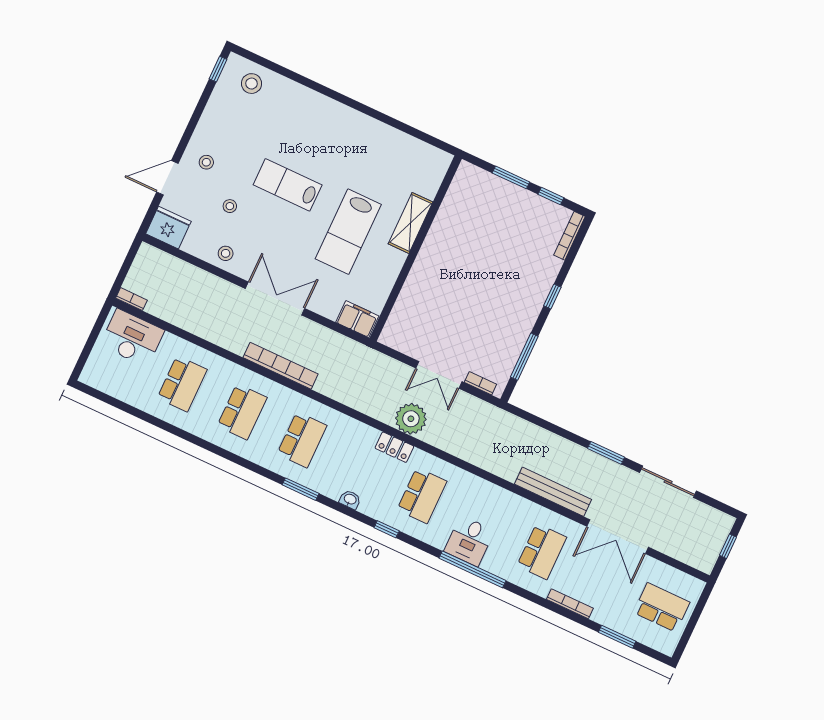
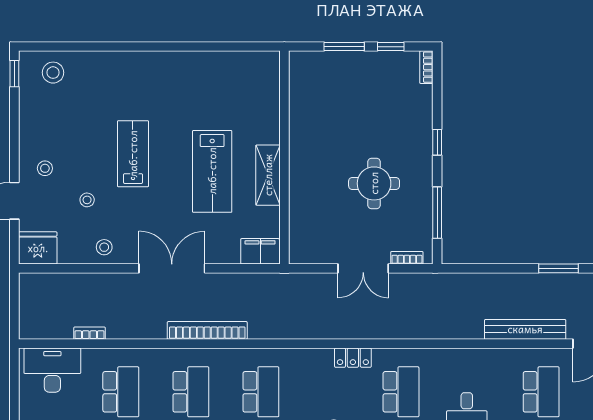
lab bench: (288, 185) -> (133, 154), turned 90
shelving: (411, 223) -> (268, 175), moved
bookcase: (569, 236) -> (426, 67), width x0.64
bookcase: (131, 299) -> (90, 333), moved
round table: (482, 307) -> (374, 183), added
plant: (411, 419) -> (356, 323), removed

